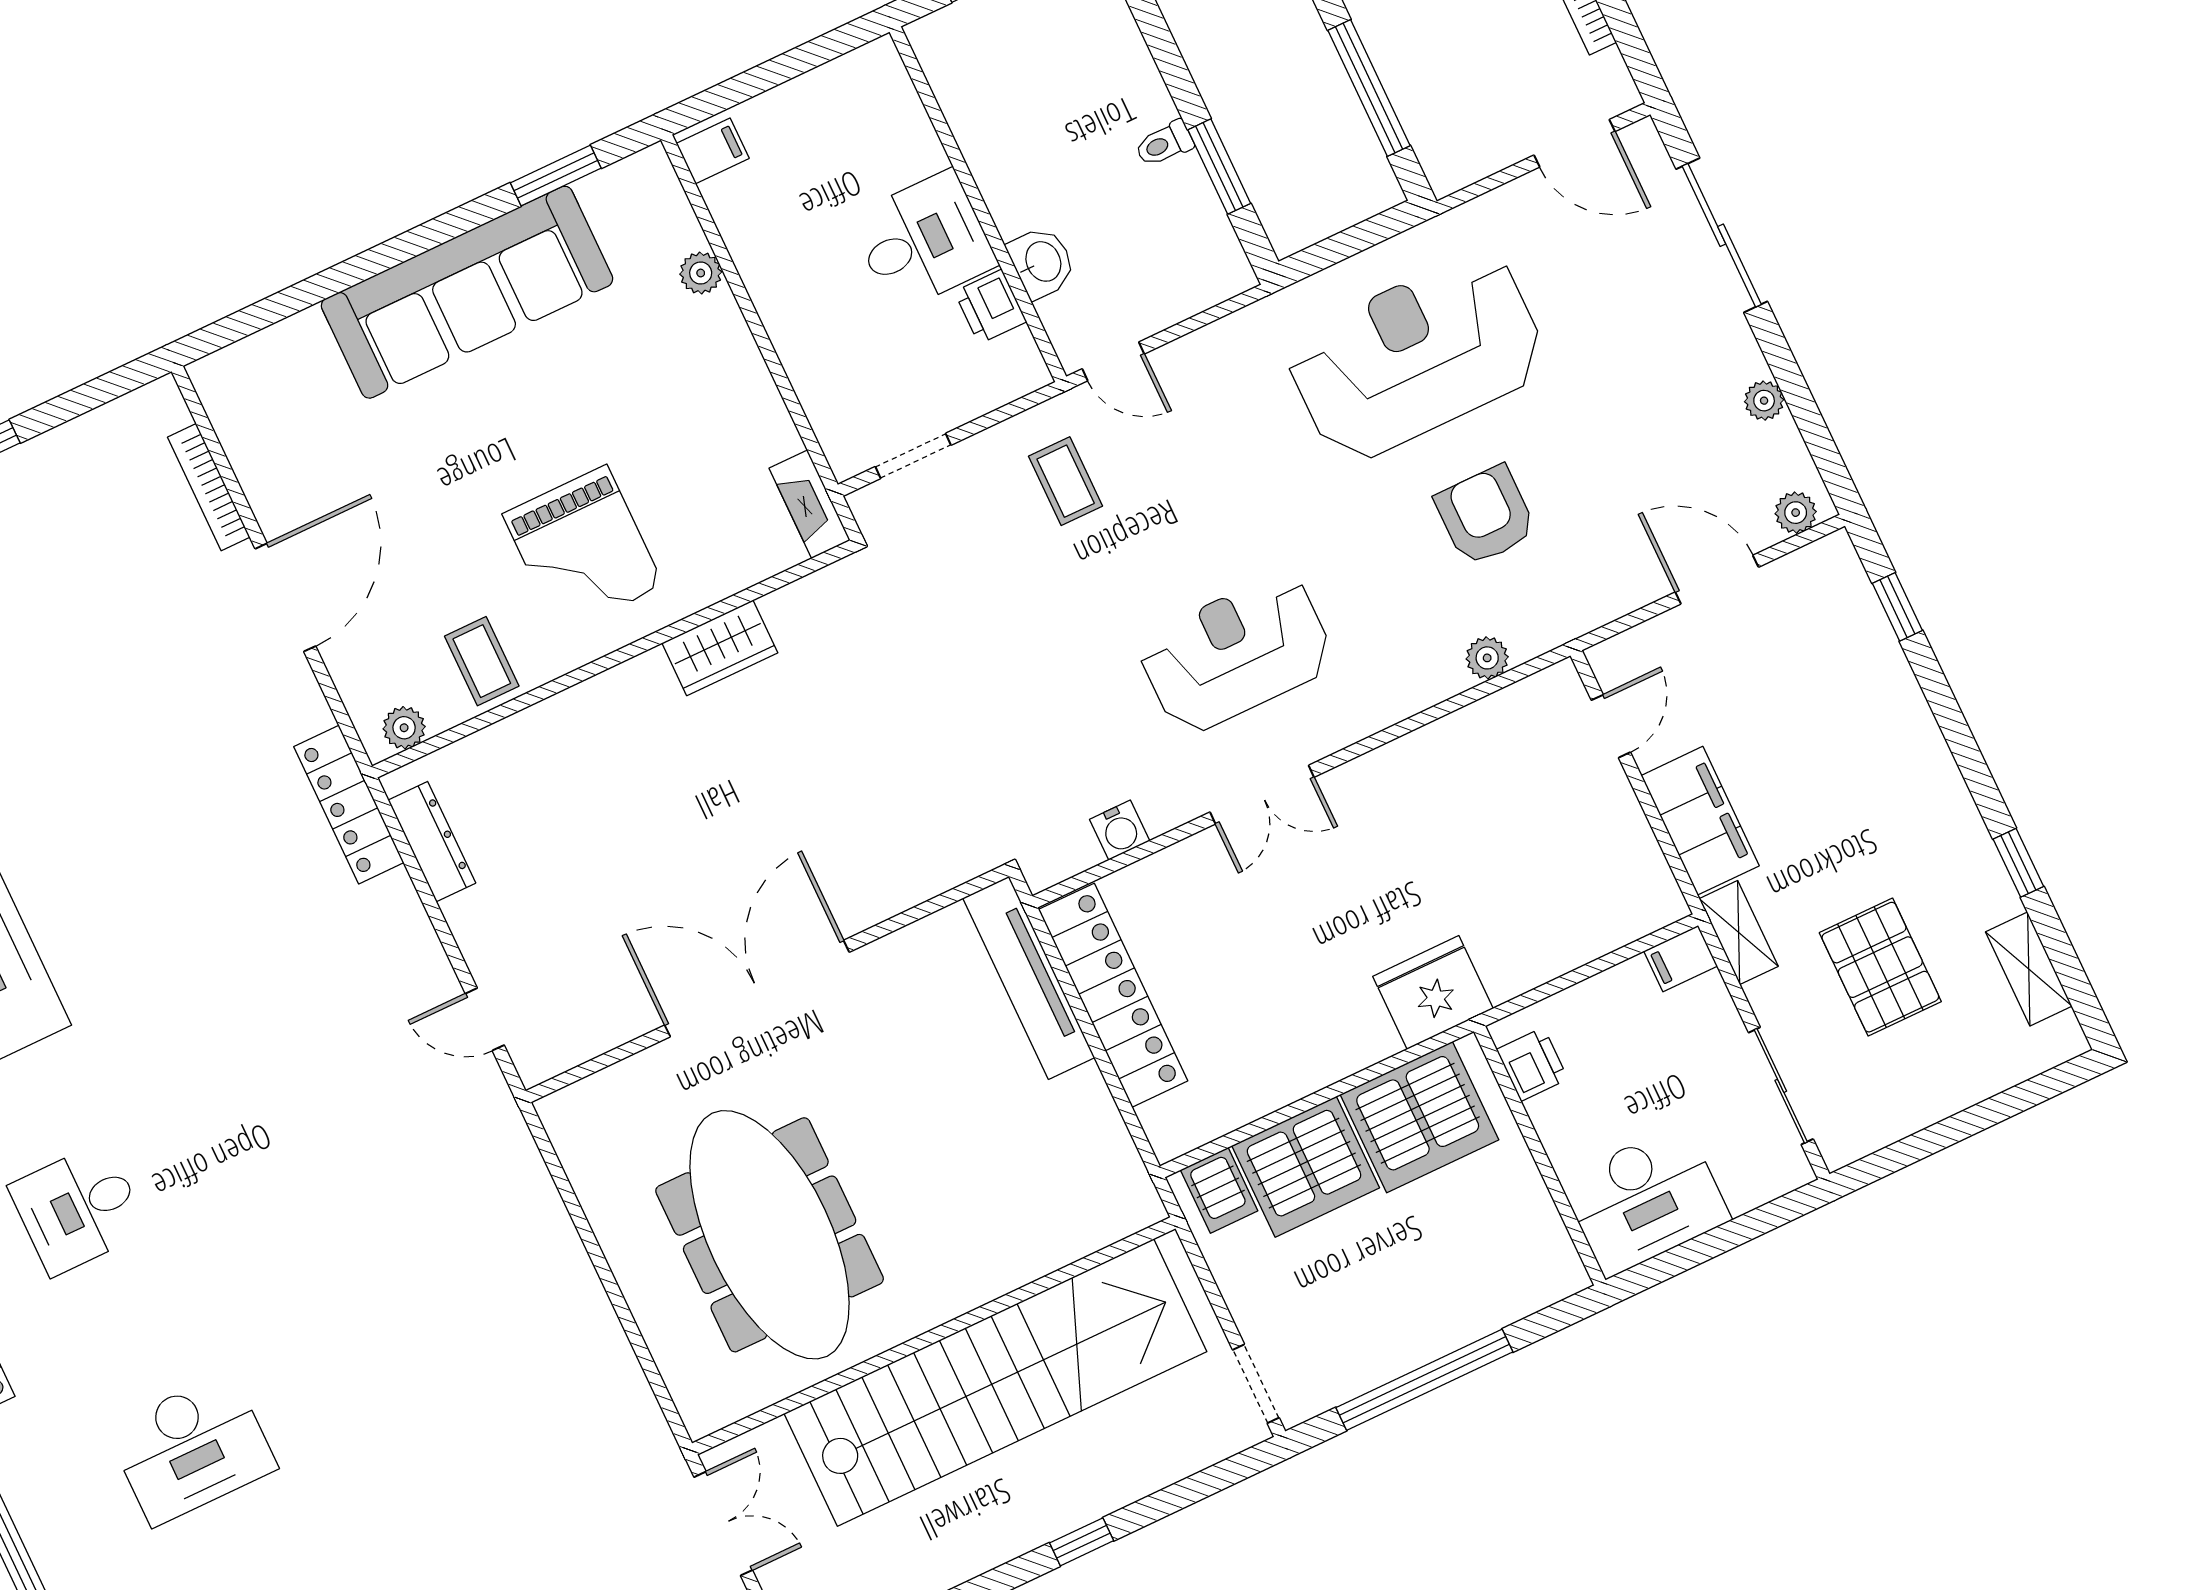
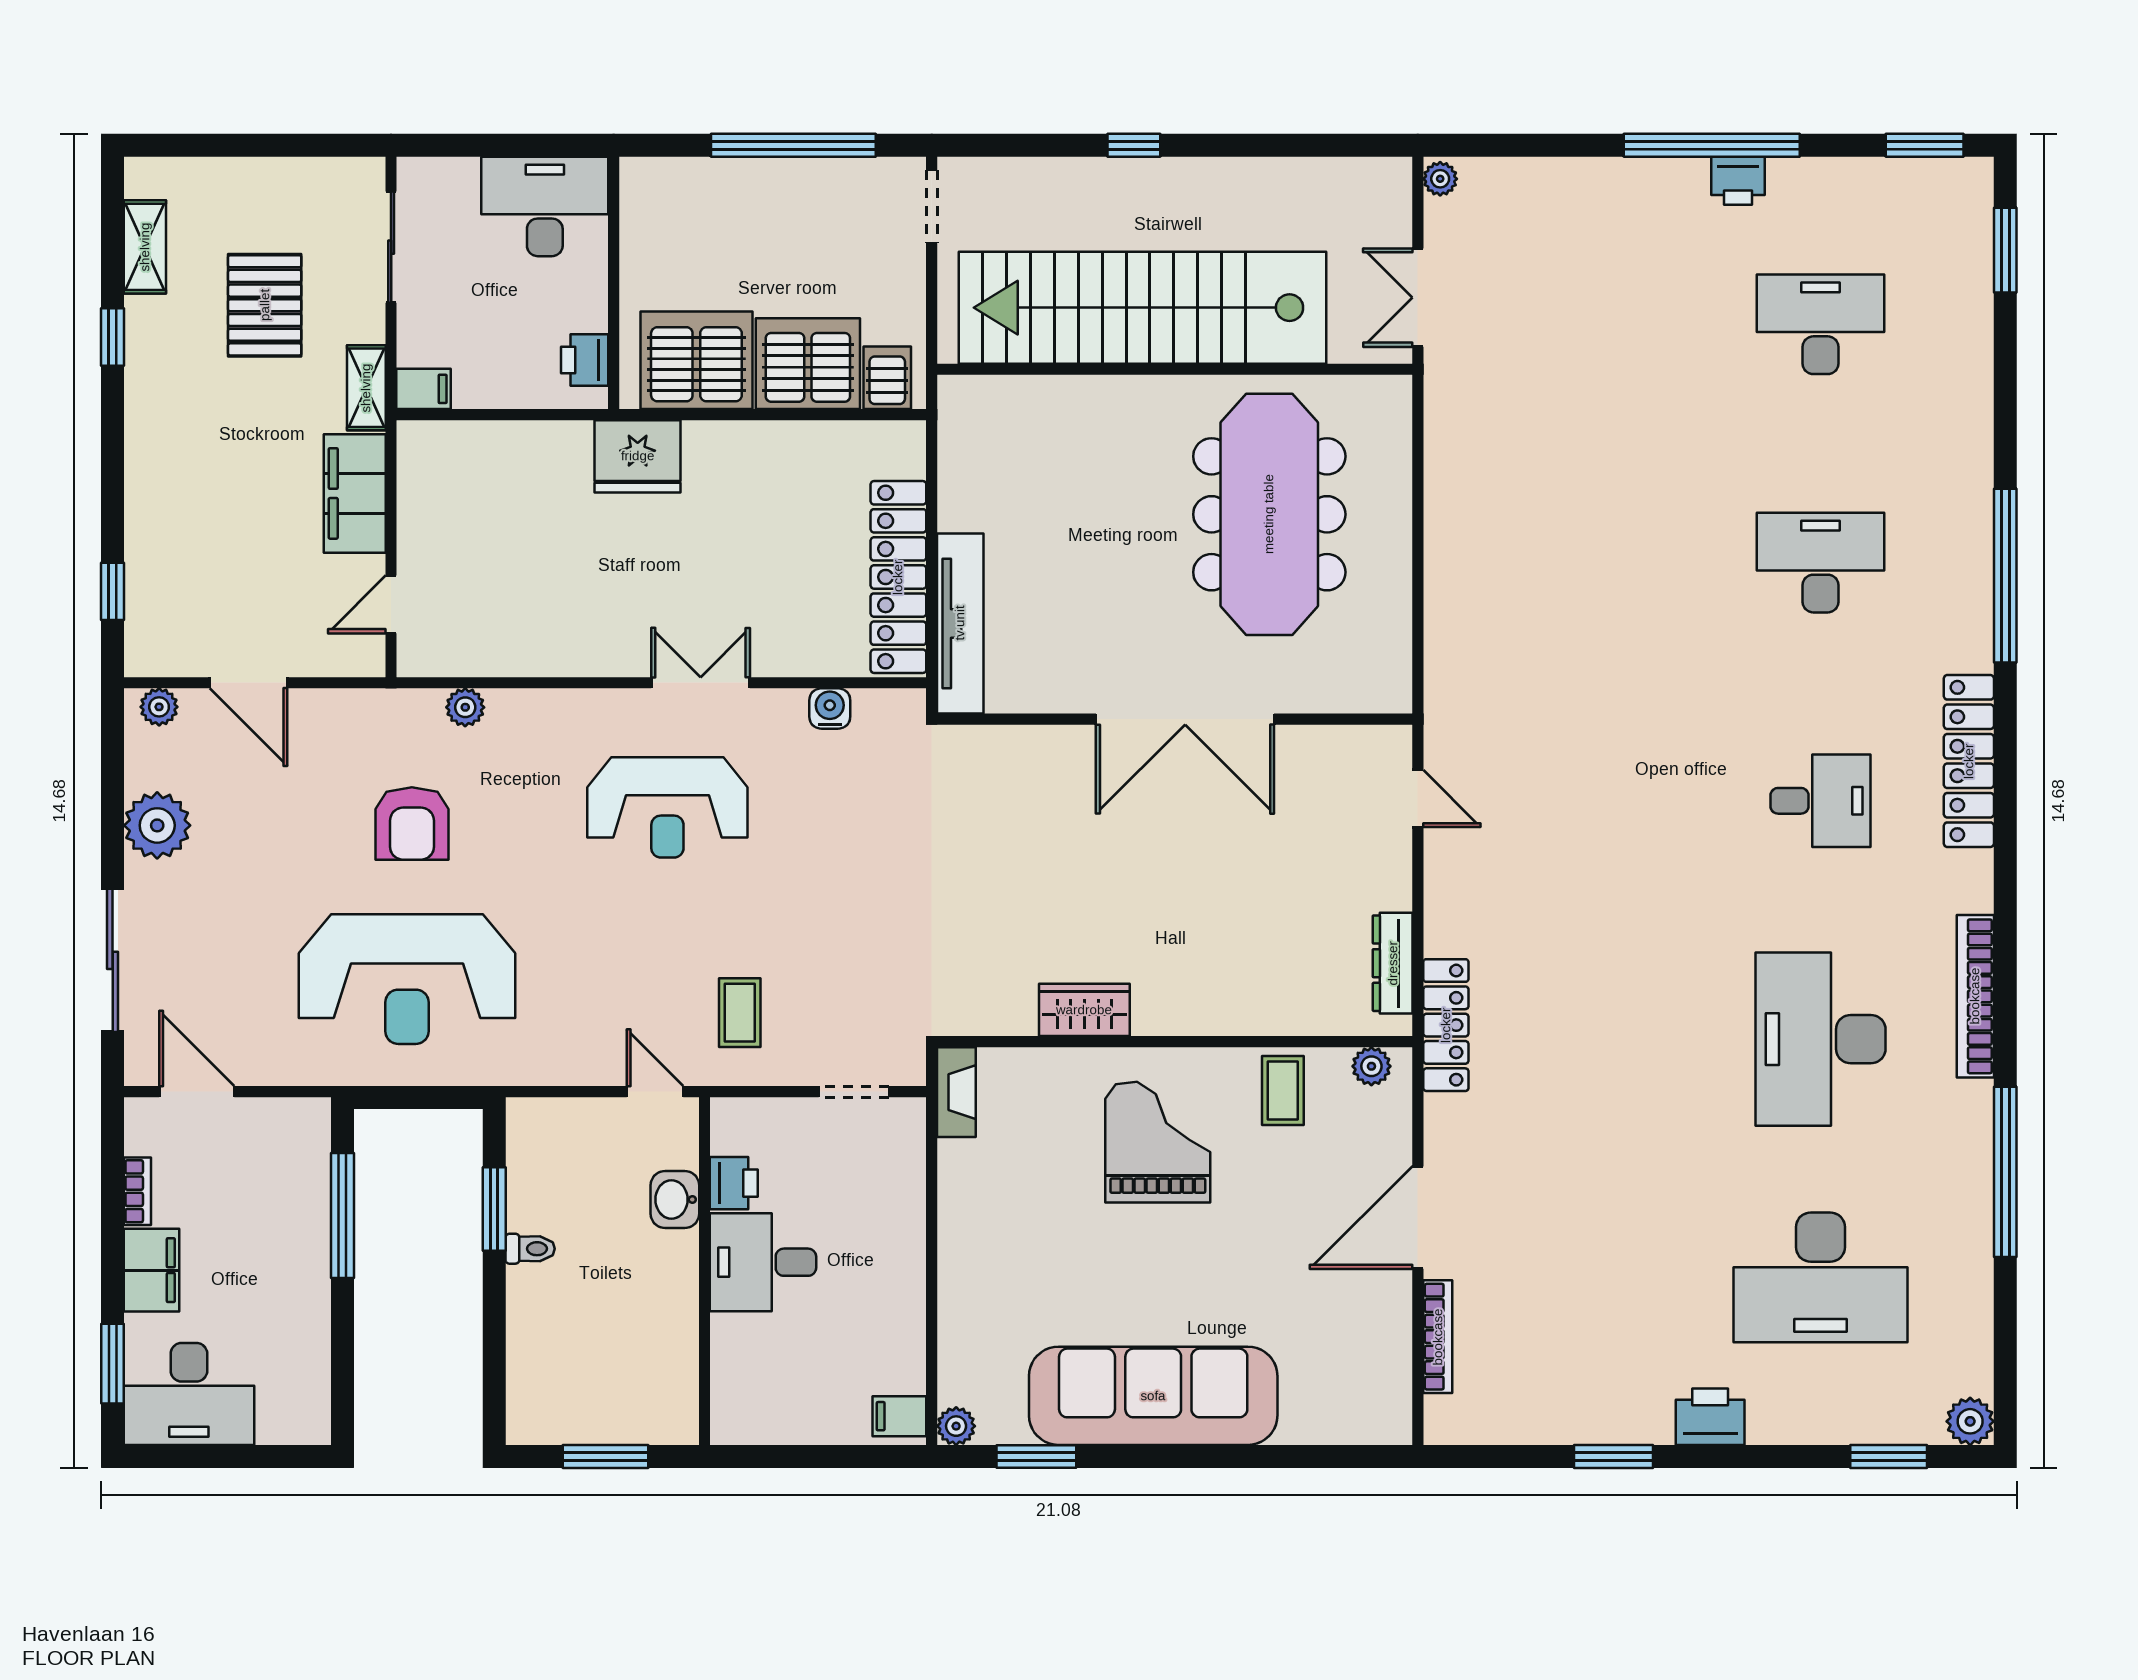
plant: (701, 273) -> (956, 1426), moved
plant: (1764, 401) -> (157, 825), width x1.88, depth x1.88

